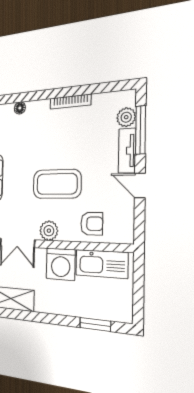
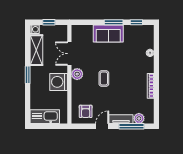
coffee table: (57, 184) -> (104, 78), width x0.54, depth x0.58
armchair: (92, 224) -> (86, 111), moved
kitchen sink: (101, 264) -> (45, 117), moved, turned 90
window: (95, 324) -> (28, 75), moved

